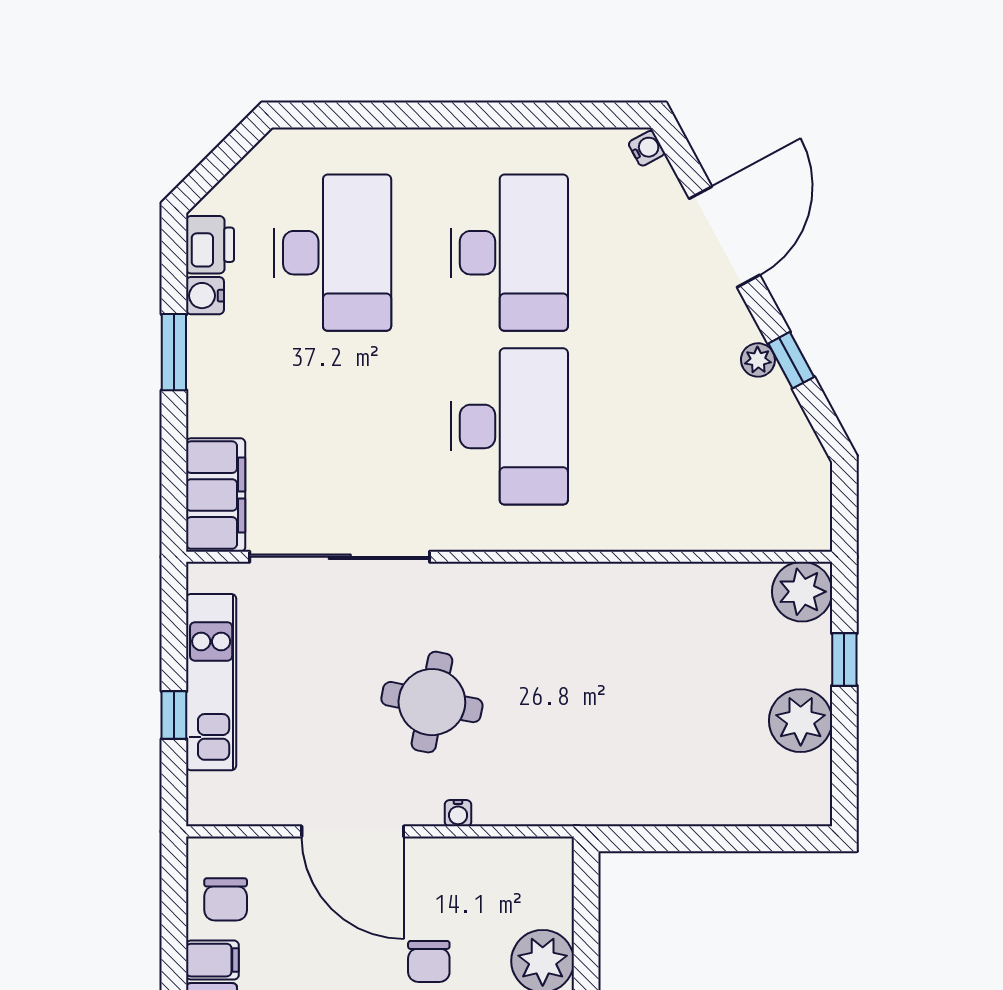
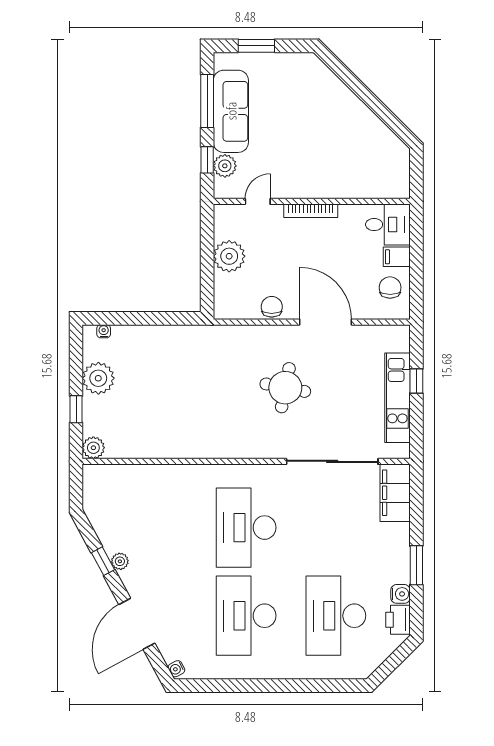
plant: (802, 592) -> (93, 448), width x0.73, depth x0.73
water cooler: (458, 813) -> (104, 331), moved
chair: (429, 961) -> (272, 307), moved

